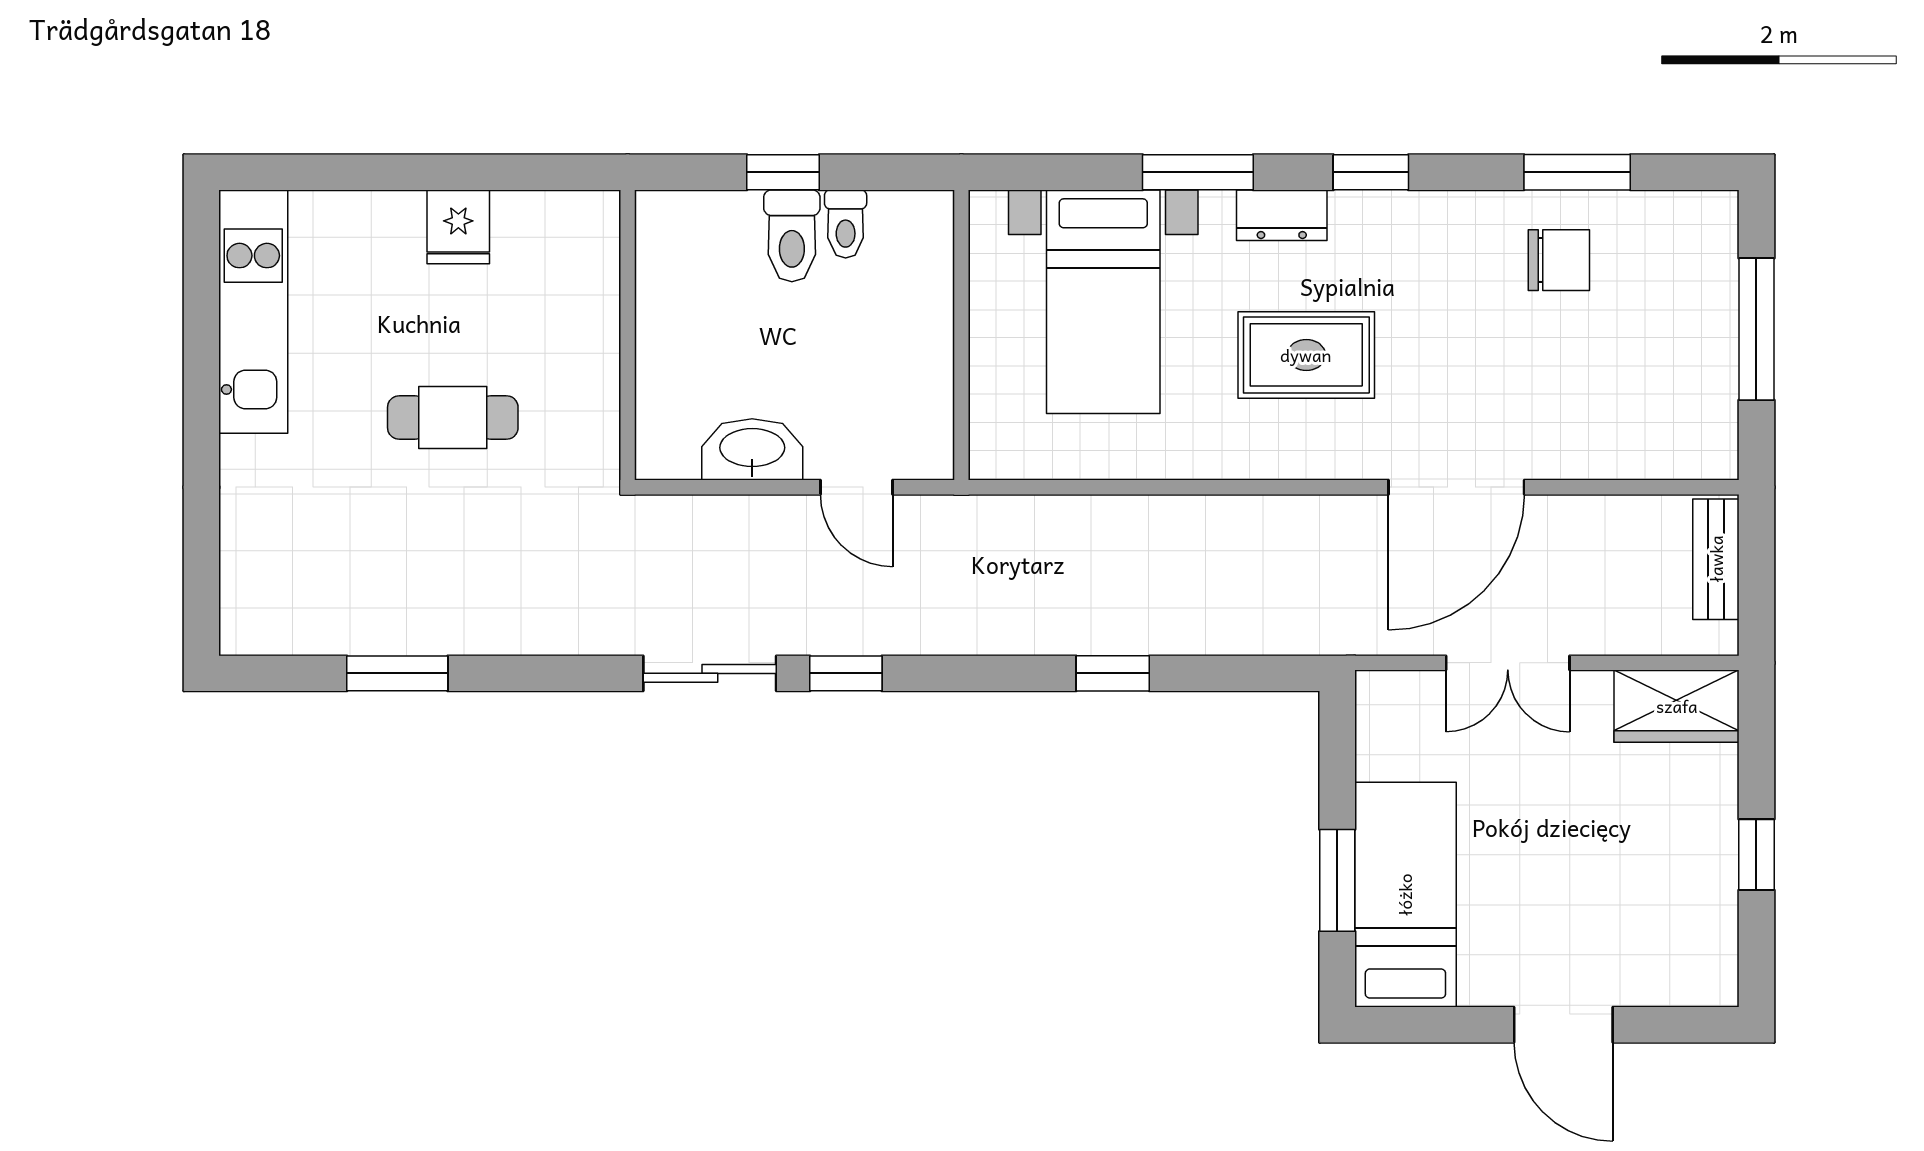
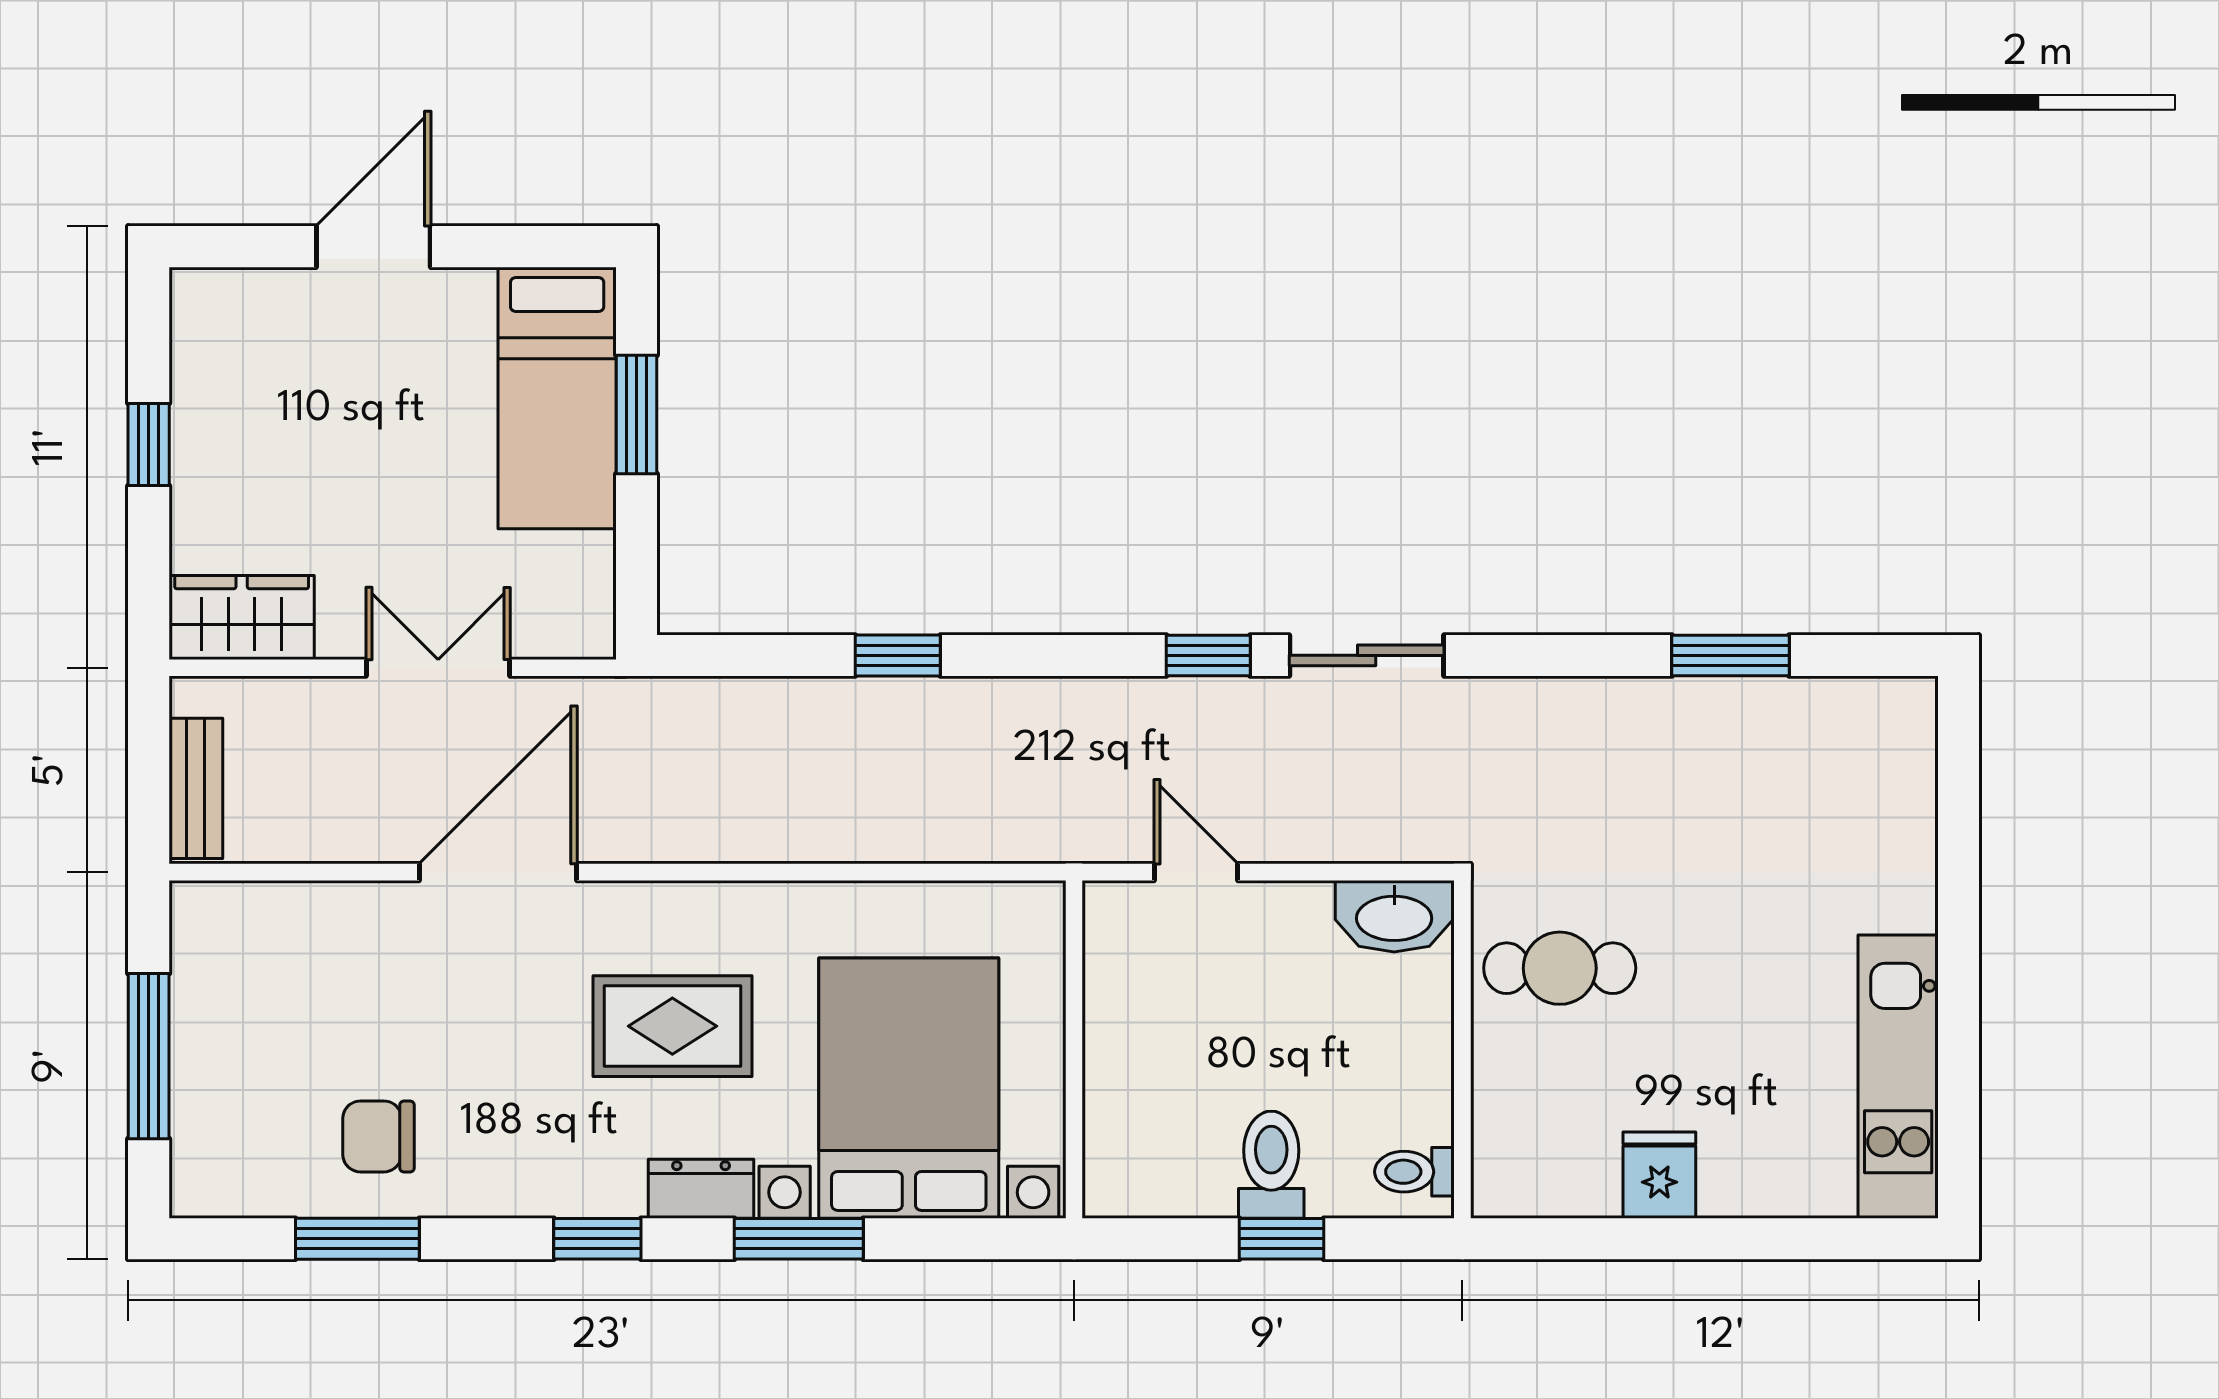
toilet: (846, 224) -> (1414, 1172), moved, turned -90
bed with nightstands: (1103, 302) -> (909, 1088), width x1.36
cafe table: (453, 418) -> (1560, 968), moved
washbasin: (752, 449) -> (1394, 916), moved
door: (1563, 1025) -> (373, 247), hinge flipped

